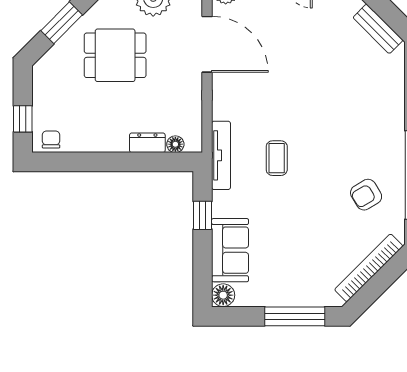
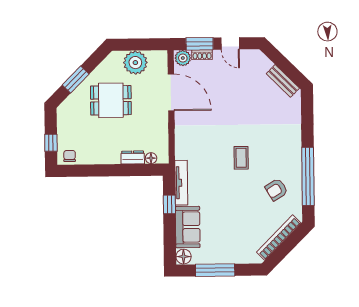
tv unit: (221, 155) -> (181, 183), moved
coffee table: (277, 158) -> (241, 158), moved
window: (295, 316) -> (215, 270), moved

